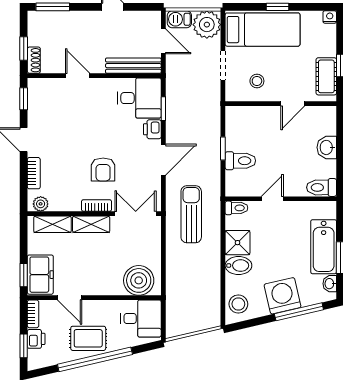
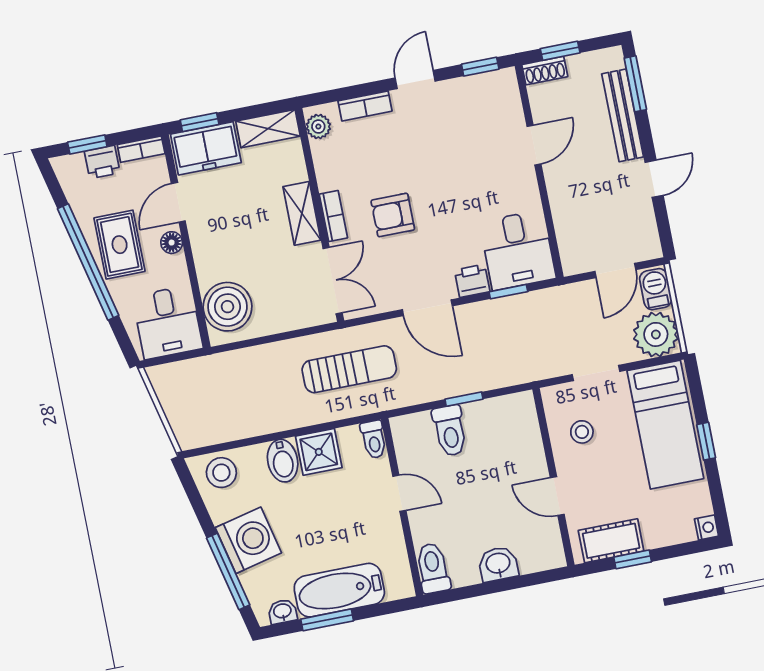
bench: (133, 66) -> (623, 115), moved
shelving: (52, 224) -> (268, 129), moved, turned 90
floor lamp: (93, 307) -> (172, 243), added

